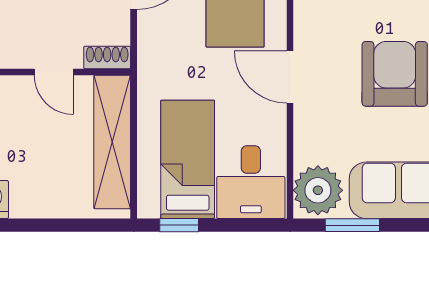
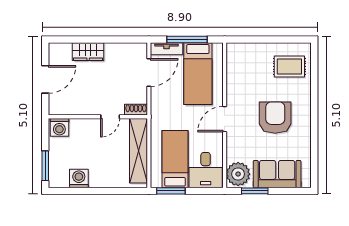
door: (54, 72) -> (110, 117), hinge flipped
door: (290, 77) -> (225, 119), hinge flipped
window: (179, 225) -> (171, 191), width x1.50

